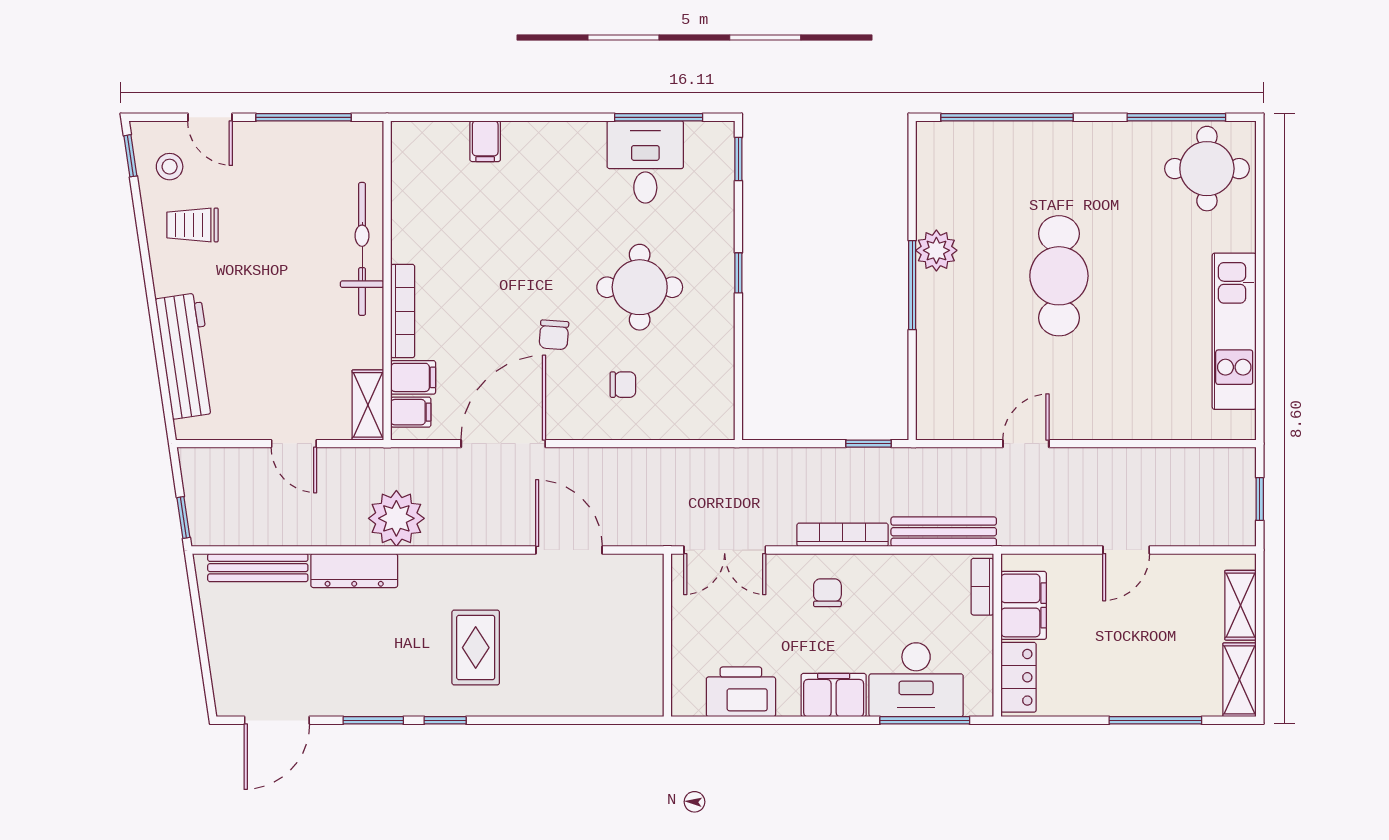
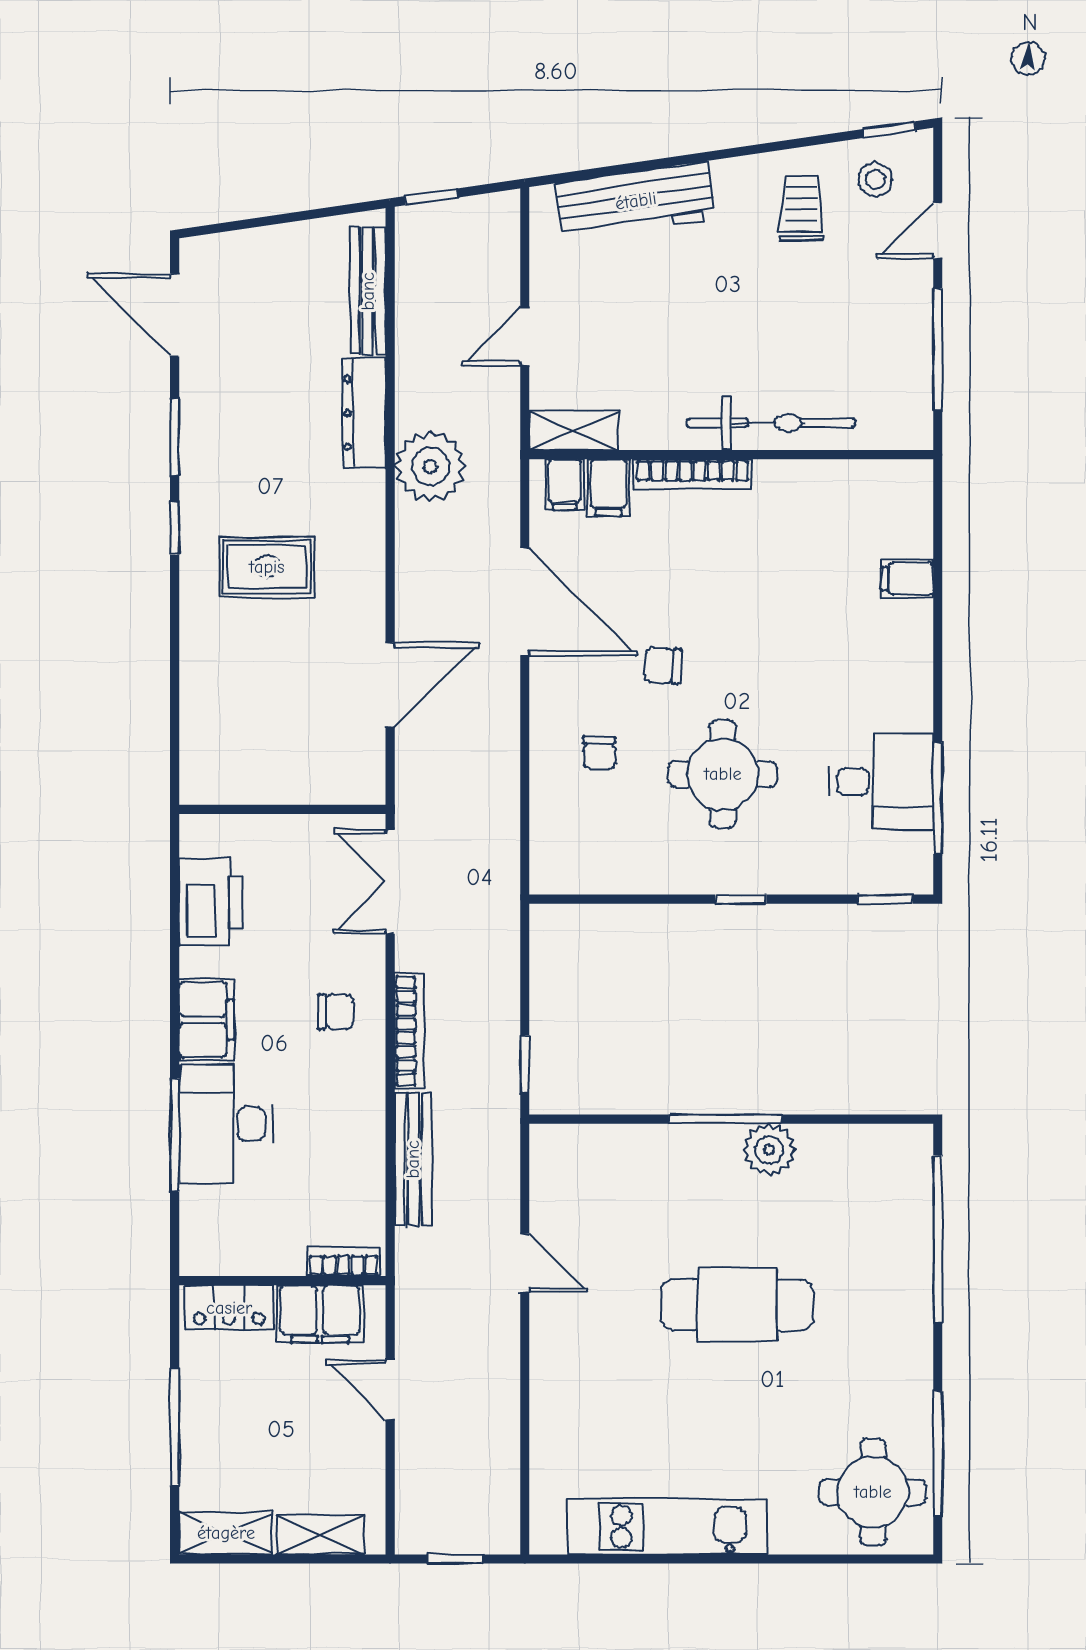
bookcase: (982, 587) -> (344, 1262), moved
filing cabinet: (1024, 605) -> (320, 1314), moved
wall: (997, 635) -> (282, 1281), moved
locker: (1018, 677) -> (229, 1308), moved

